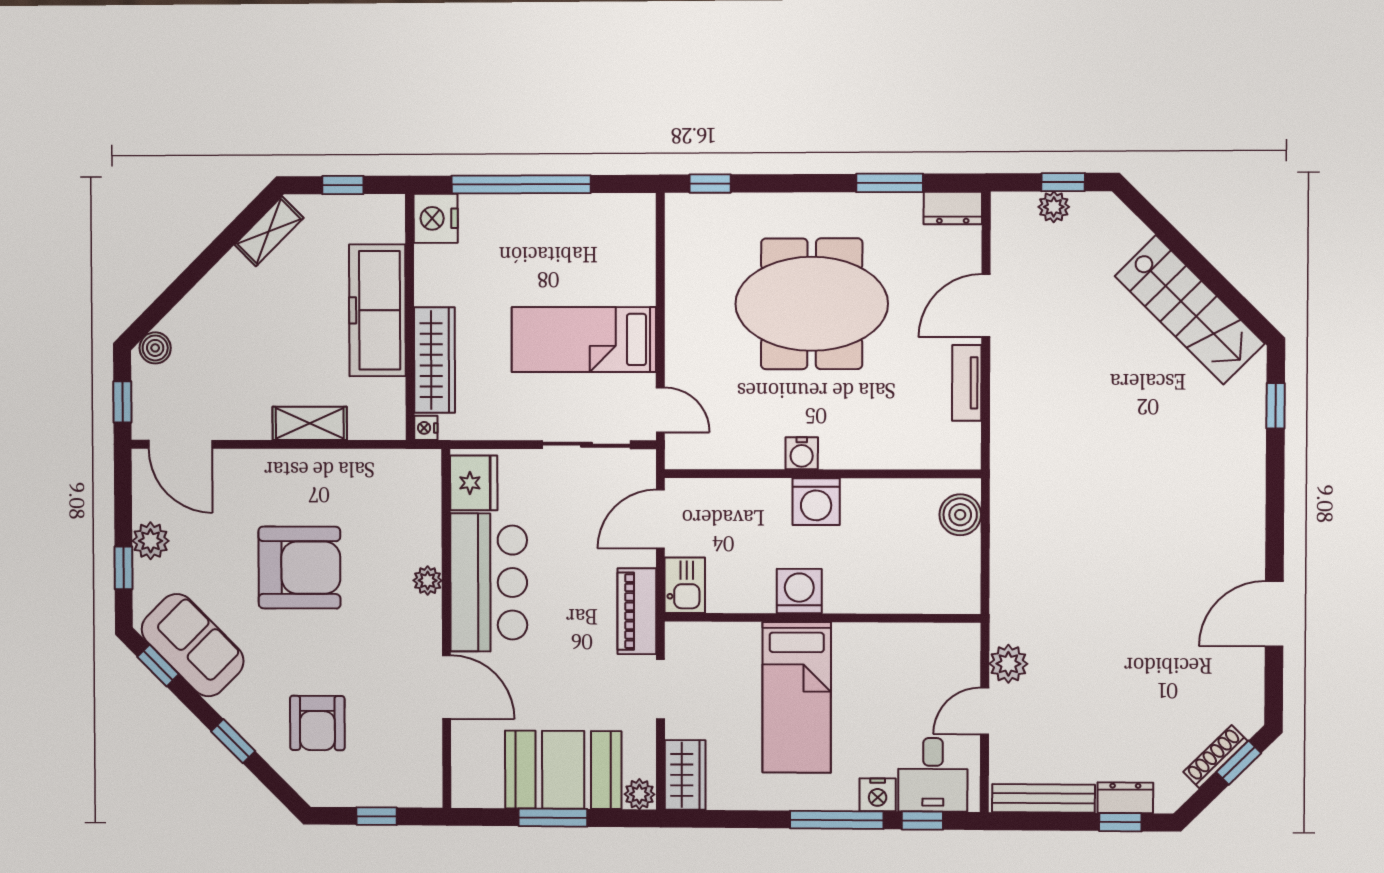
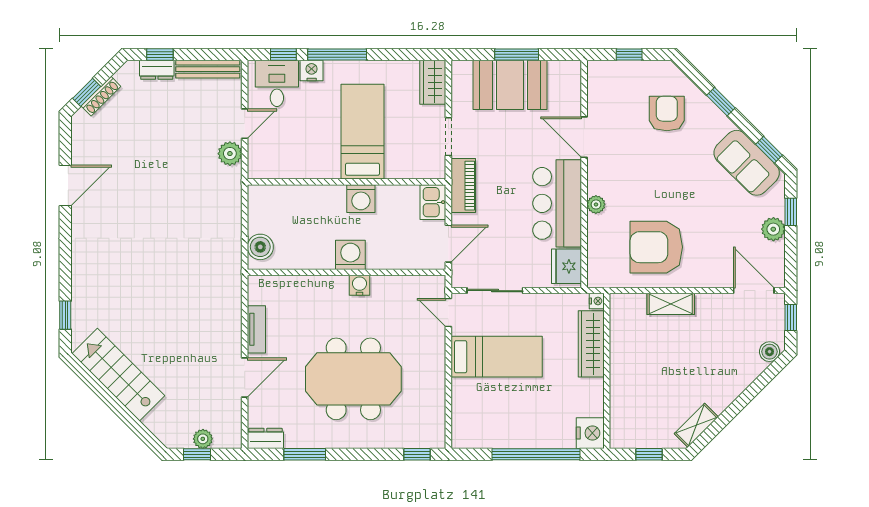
freezer: (377, 310) -> (627, 375), removed
armchair: (299, 568) -> (656, 247), moved
plant: (639, 794) -> (462, 70), removed

